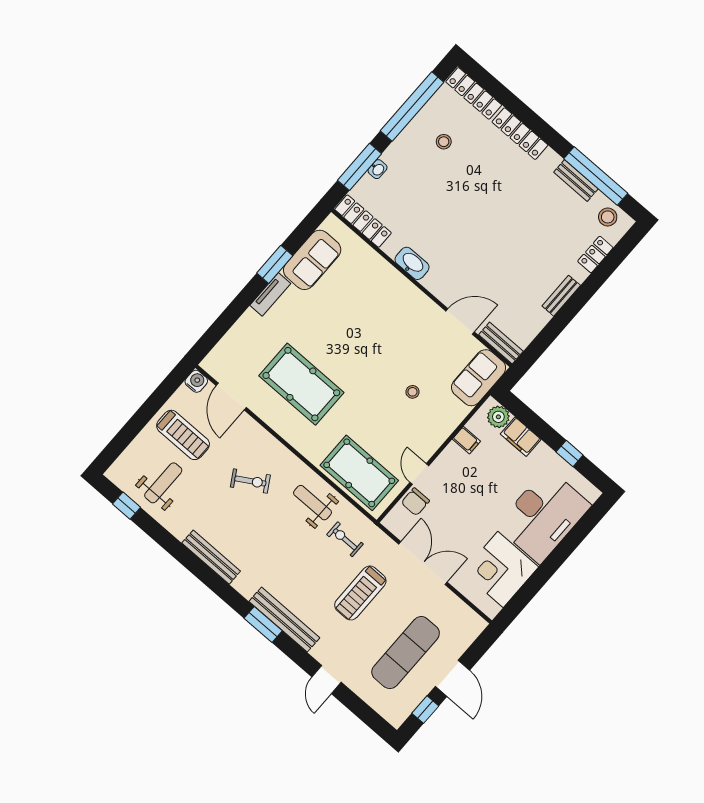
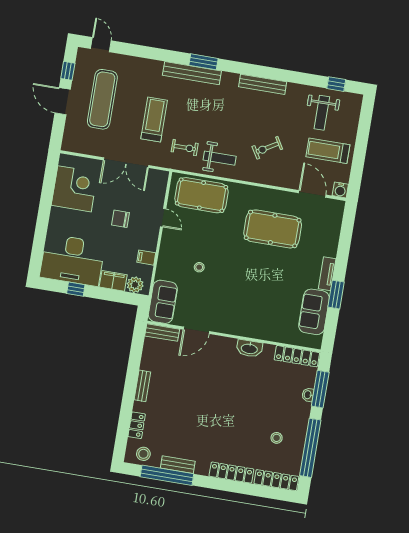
chair: (415, 502) -> (121, 219), moved, turned -90
desk: (543, 516) -> (72, 260), moved, turned -90
door: (327, 679) -> (101, 45), moved

